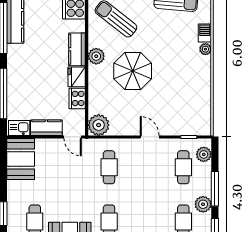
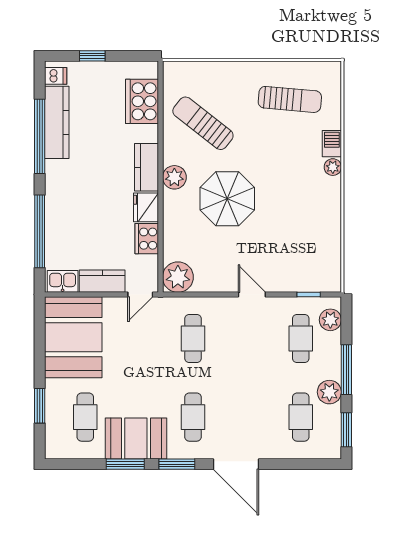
door: (73, 137) -> (140, 295), hinge flipped
booth: (21, 159) -> (73, 337), width x1.36, depth x1.42

